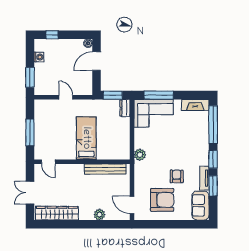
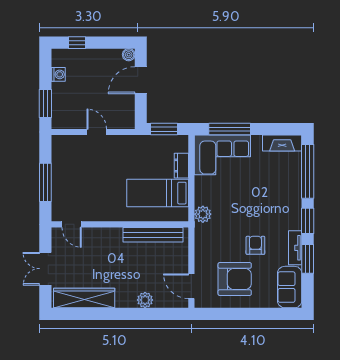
dresser: (125, 108) -> (181, 166), moved
bed: (86, 138) -> (158, 193), moved, turned -90

